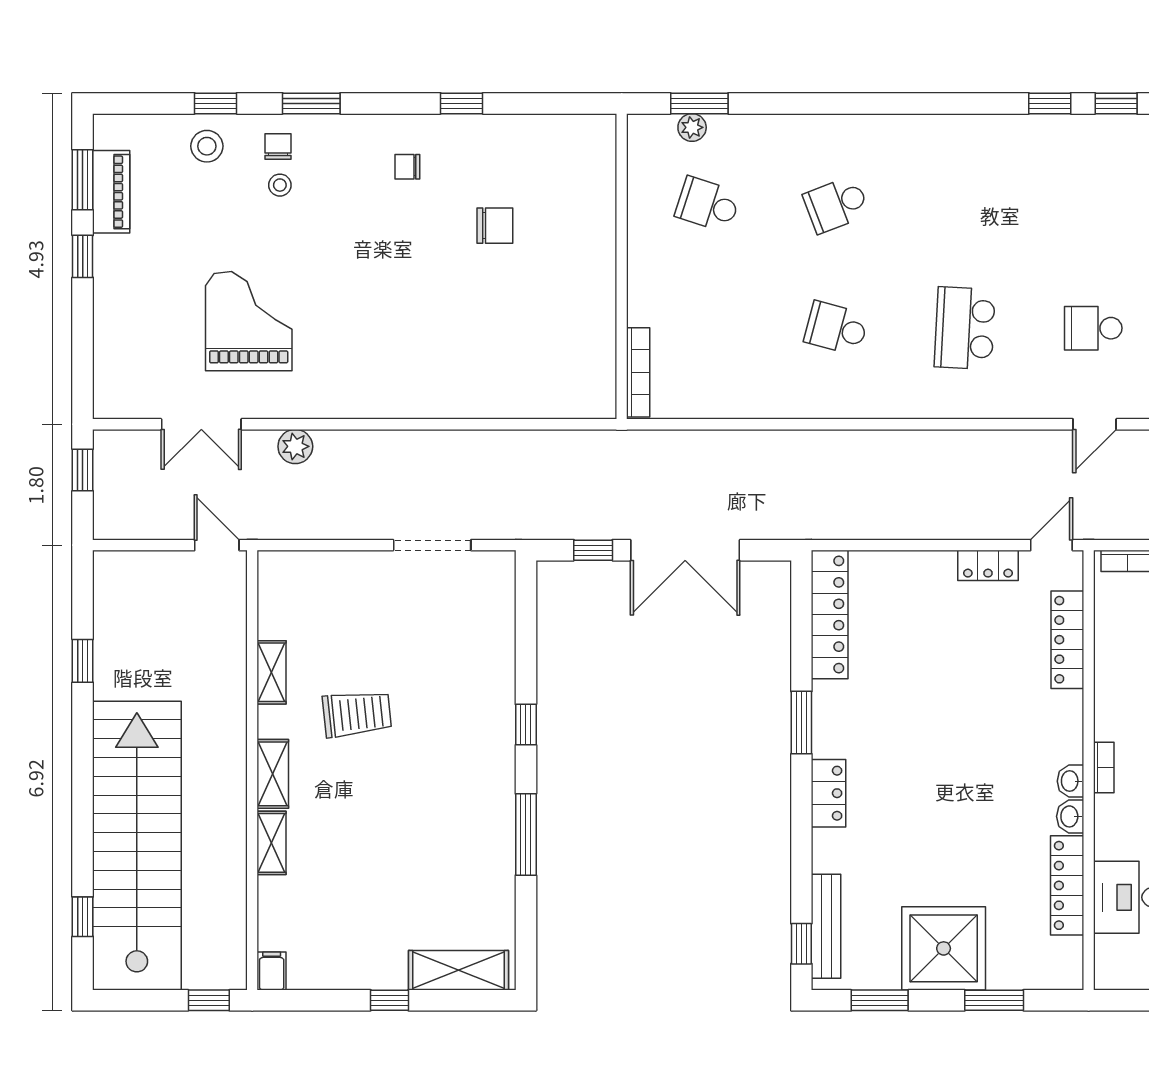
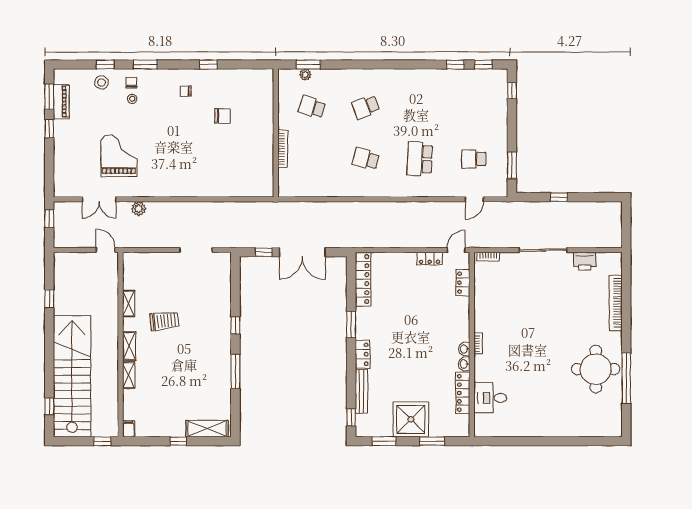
bookcase: (638, 372) -> (283, 149), moved
locker: (1067, 640) -> (463, 283), width x0.66
bench: (826, 926) -> (362, 391), moved

